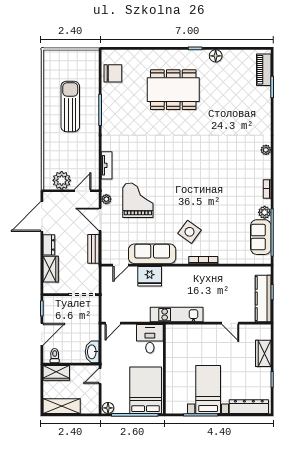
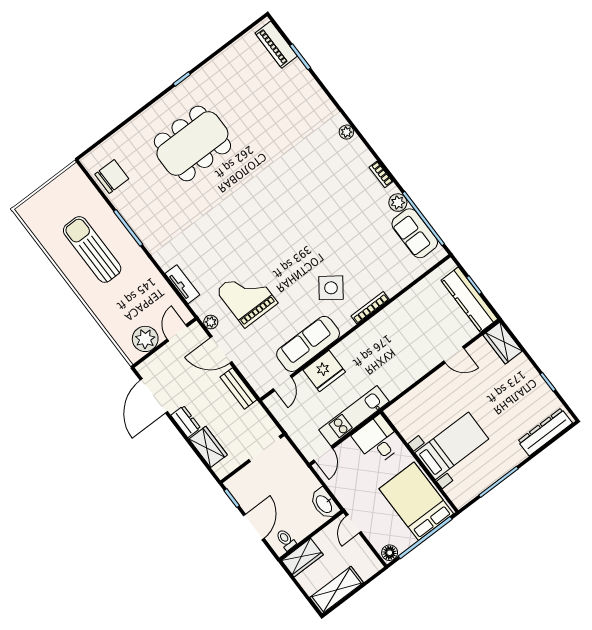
floor lamp: (216, 56) -> (211, 70), removed
kitchen unit: (177, 315) -> (354, 416), moved
wardrobe: (263, 353) -> (503, 343), moved
bed with nightstands: (208, 389) -> (452, 446), moved, turned 90

